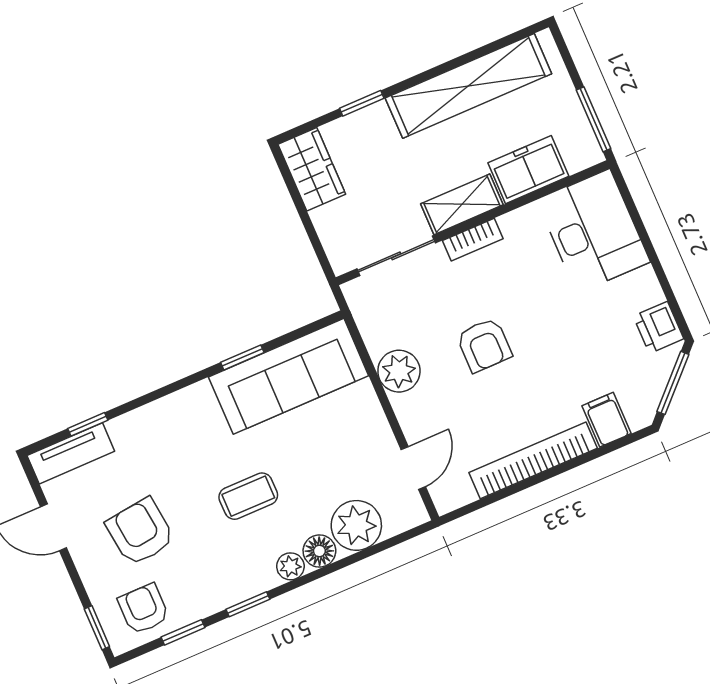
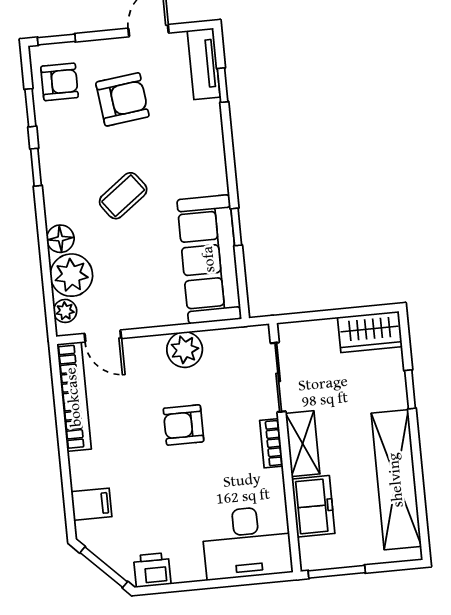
bookcase: (533, 460) -> (74, 397), moved
coffee table: (248, 496) -> (123, 196), turned 53
plant: (290, 566) -> (65, 311), moved

